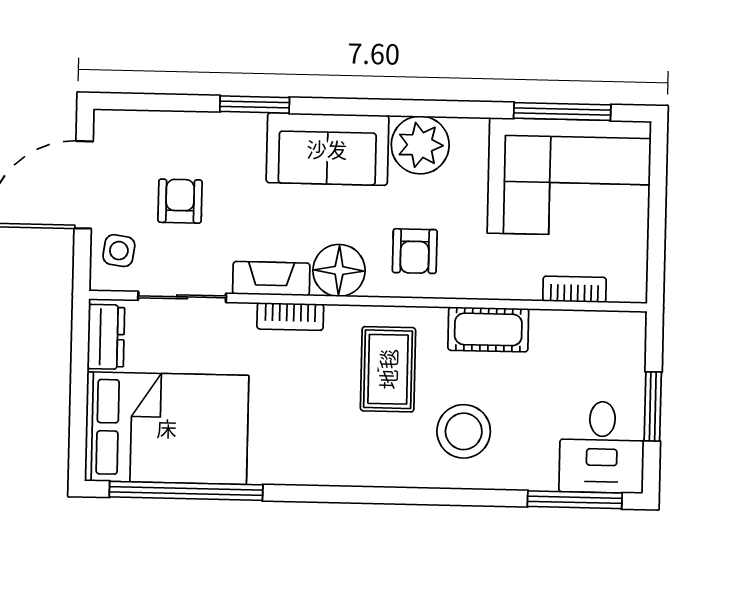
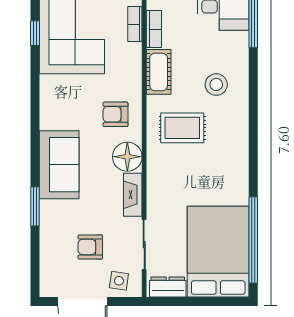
window: (562, 112) -> (35, 33), width x0.46
plant: (420, 145) -> (56, 113), removed
armchair: (415, 251) -> (115, 114), turned 180
bookcase: (290, 316) -> (154, 29), moved
stool: (464, 431) -> (216, 85), width x0.73, depth x0.73

